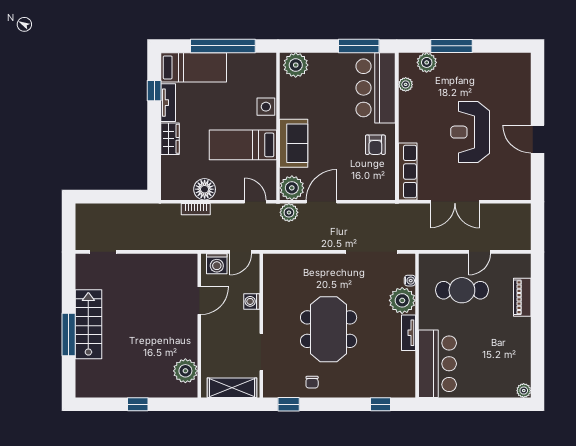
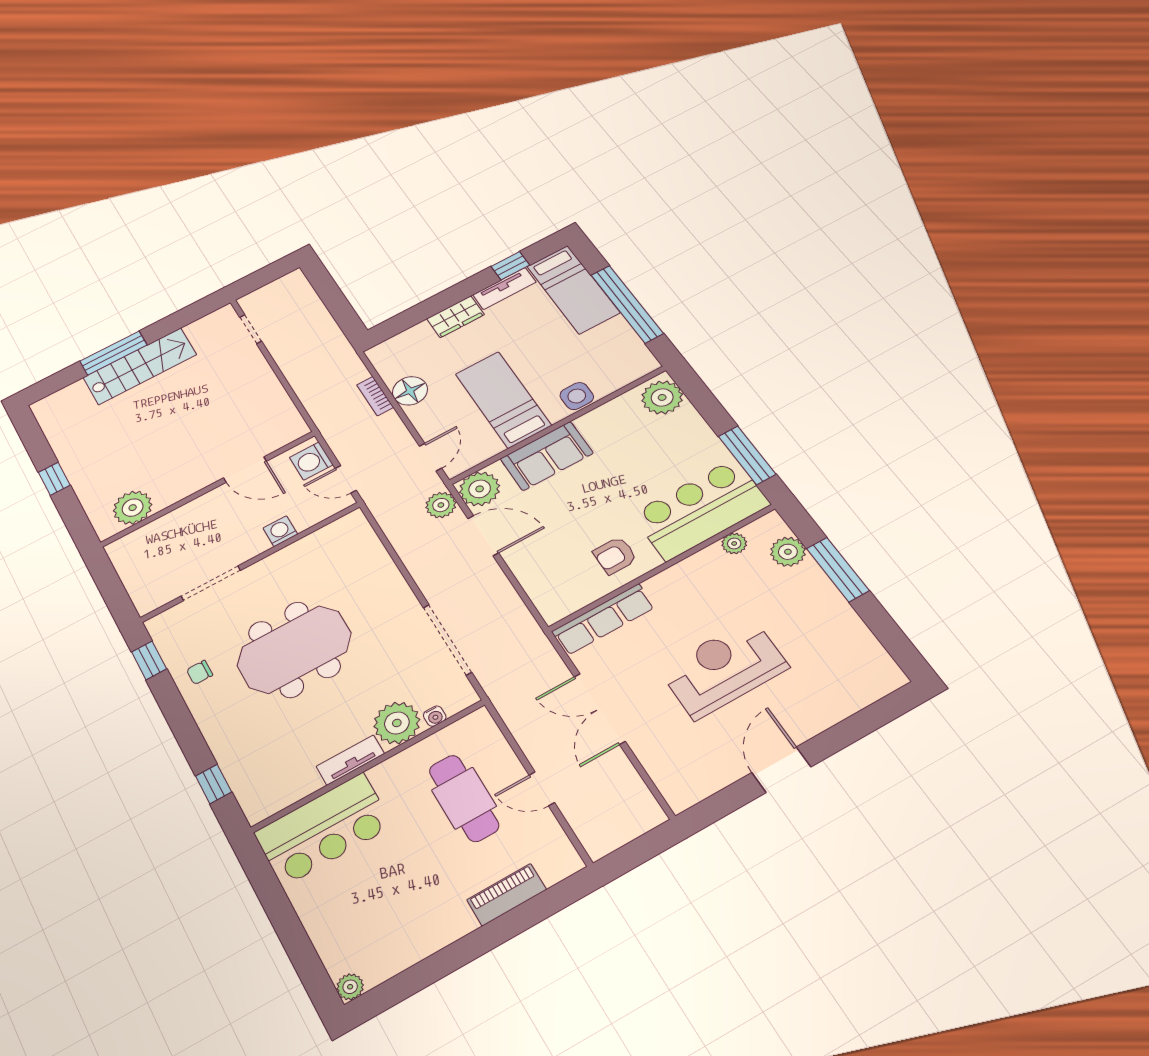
shelving: (232, 388) -> (137, 576), removed

